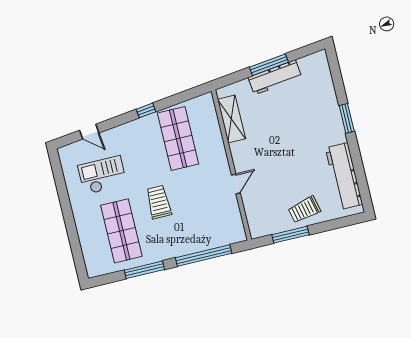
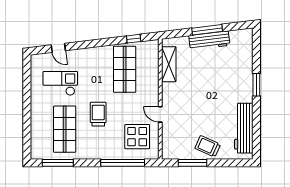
window: (146, 110) -> (134, 39), moved
door: (236, 184) -> (160, 114), swing flipped
trolley: (304, 210) -> (208, 146), turned 37
display table: (214, 219) -> (137, 137), added
window: (144, 270) -> (58, 163), moved

